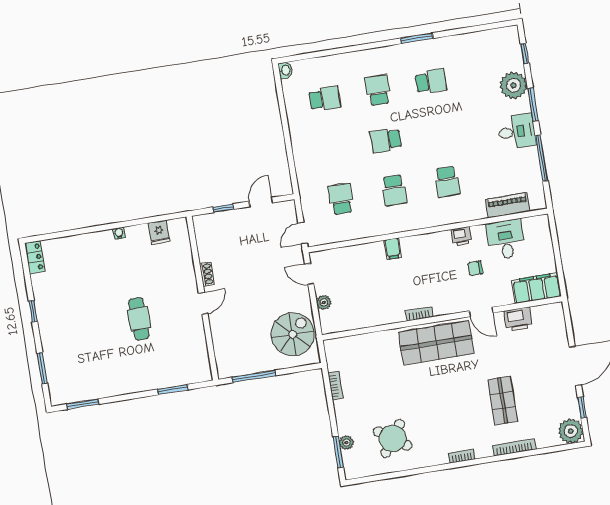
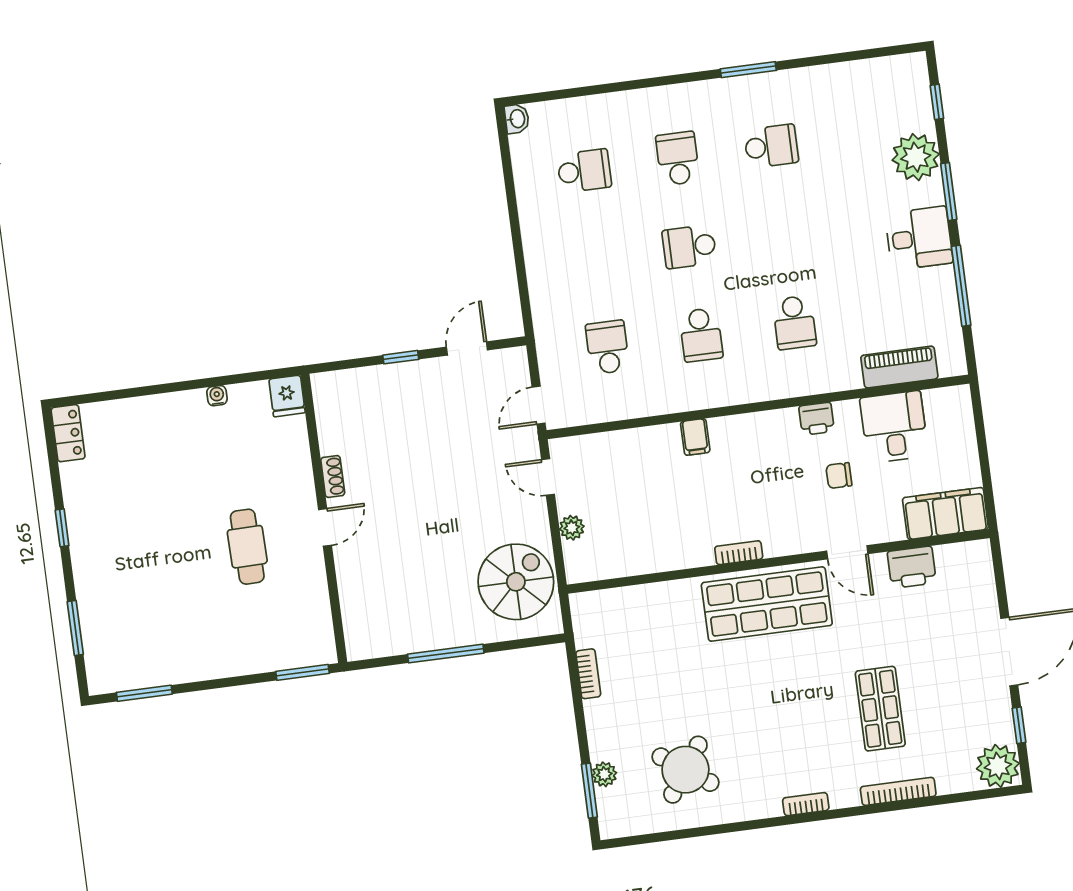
shoe rack: (207, 274) -> (333, 476), moved
wall: (202, 298) -> (324, 518), moved
door: (203, 303) -> (325, 527), moved

